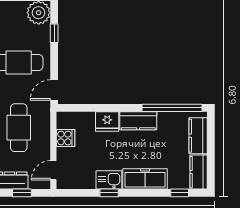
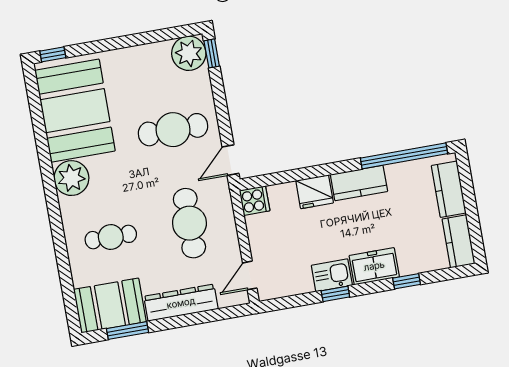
window: (54, 33) -> (212, 53), moved
cooker: (65, 138) -> (255, 201), moved
freezer: (145, 179) -> (374, 266), width x0.71
window: (22, 193) -> (211, 316), removed
window: (180, 193) -> (407, 281), moved

